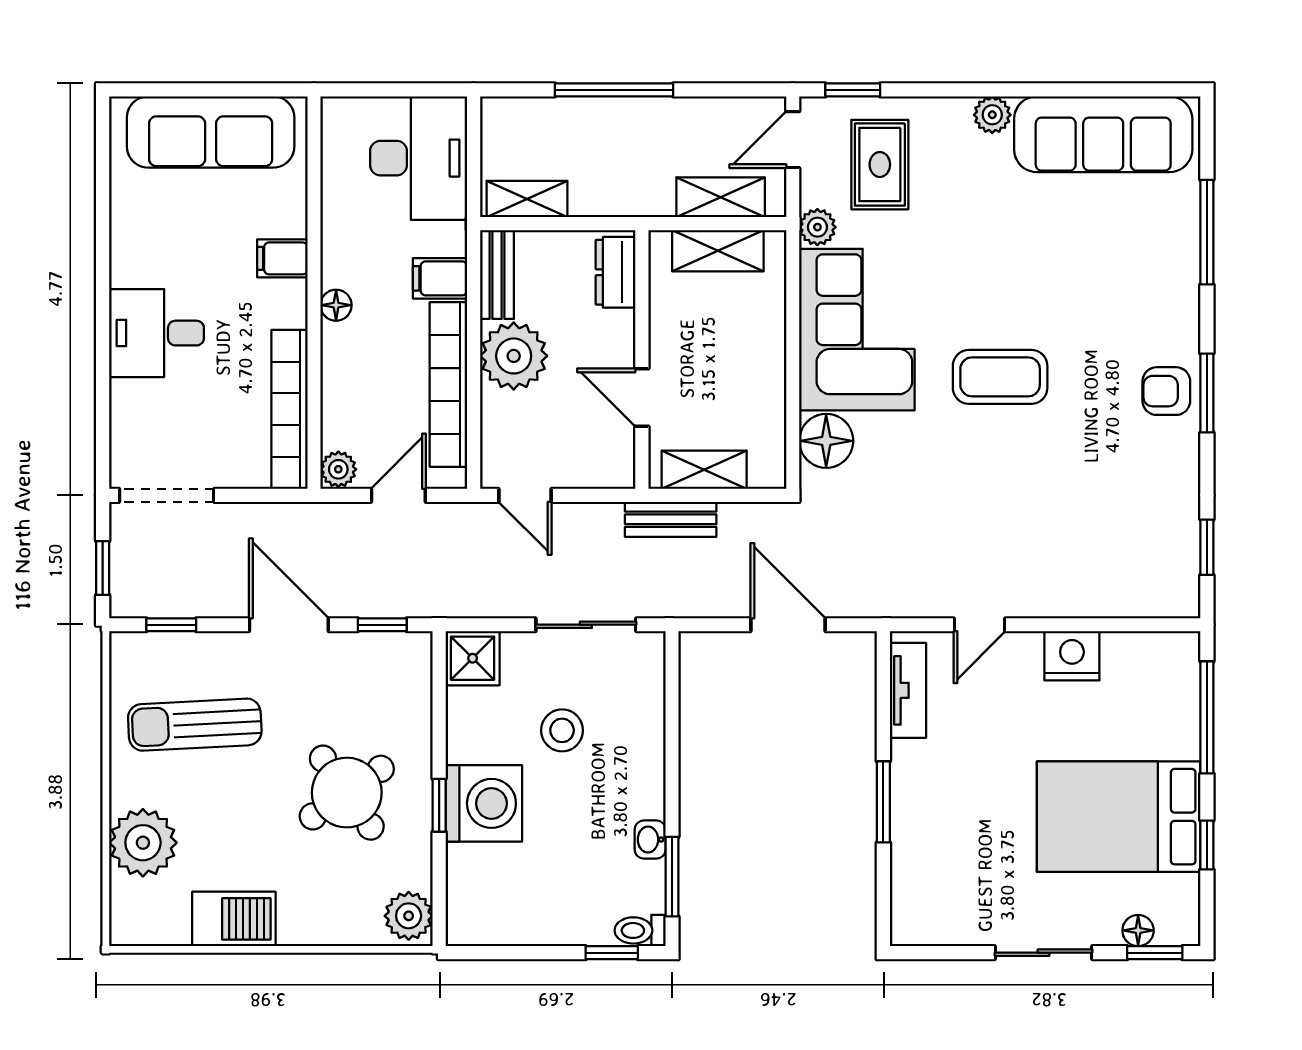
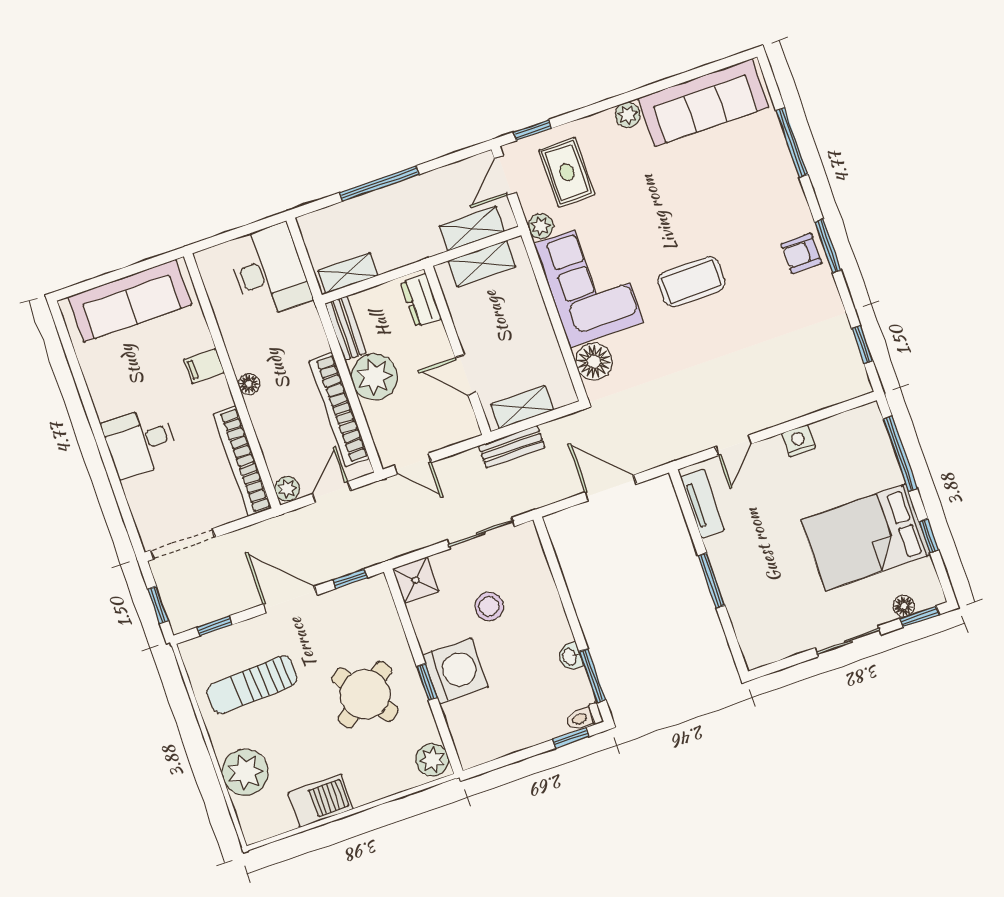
filing cabinet: (440, 278) -> (310, 344), removed
nightstand: (1072, 656) -> (799, 441), width x0.74, depth x0.75

